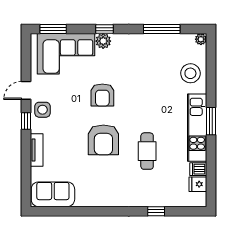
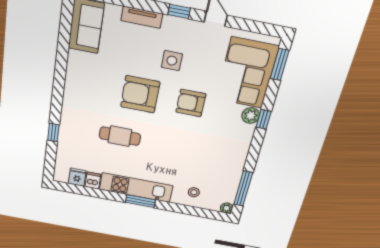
window: (162, 29) -> (243, 189), moved
stool: (190, 73) -> (194, 192), width x0.53, depth x0.53
side table: (42, 110) -> (172, 61), moved

